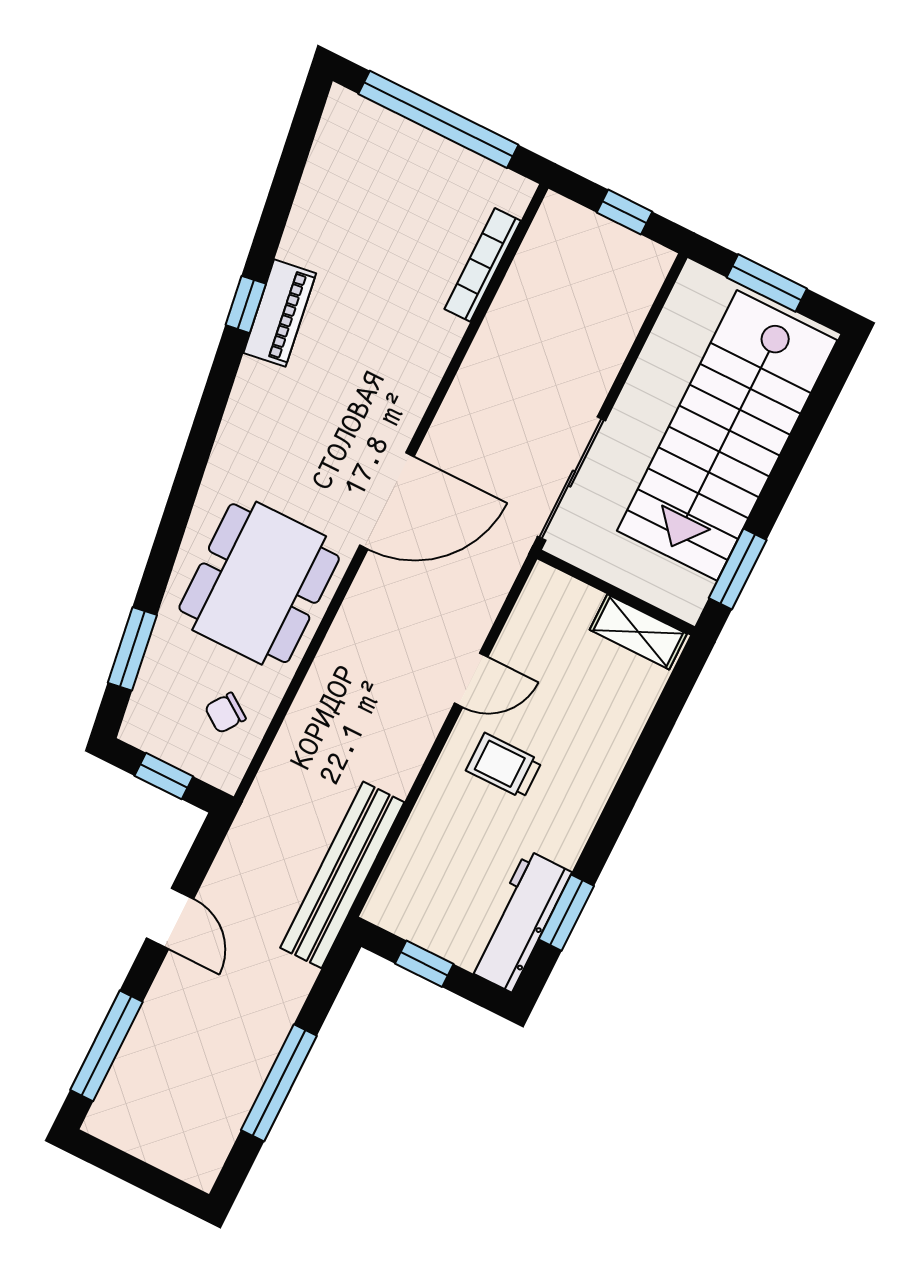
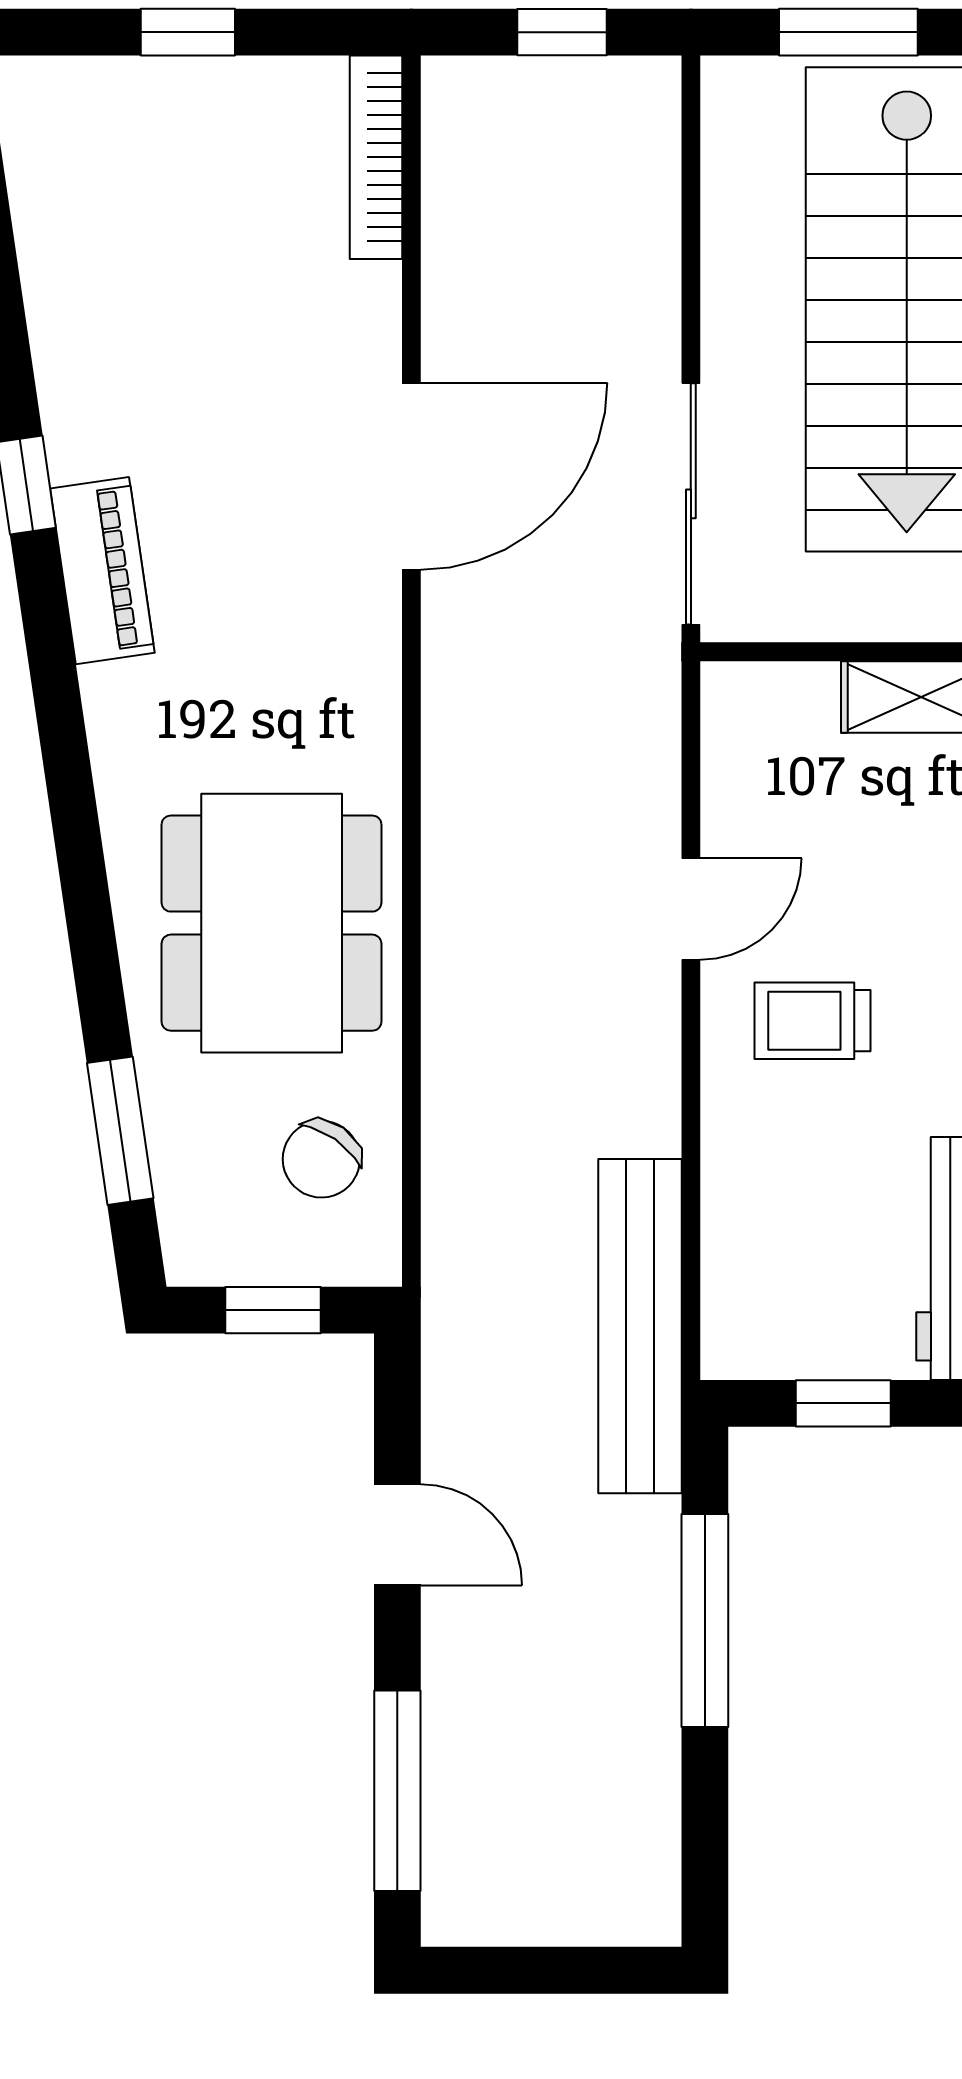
window: (438, 119) -> (188, 32), width x0.32
bookcase: (483, 265) -> (376, 157), moved
piano: (280, 313) -> (102, 571), moved
door: (387, 501) -> (411, 476), moved
chair: (225, 713) -> (321, 1159), width x1.37, depth x1.37
window: (279, 1083) -> (705, 1620), moved

